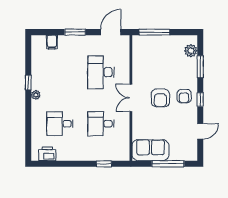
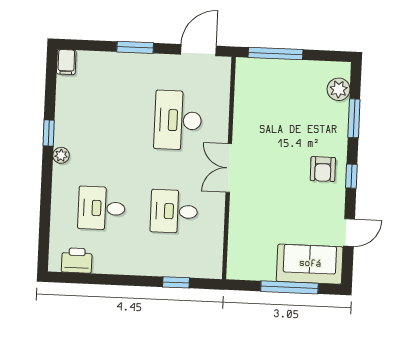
filing cabinet: (52, 42) -> (66, 62), moved
armchair: (160, 98) -> (281, 170), removed
sofa: (150, 150) -> (310, 264), moved

